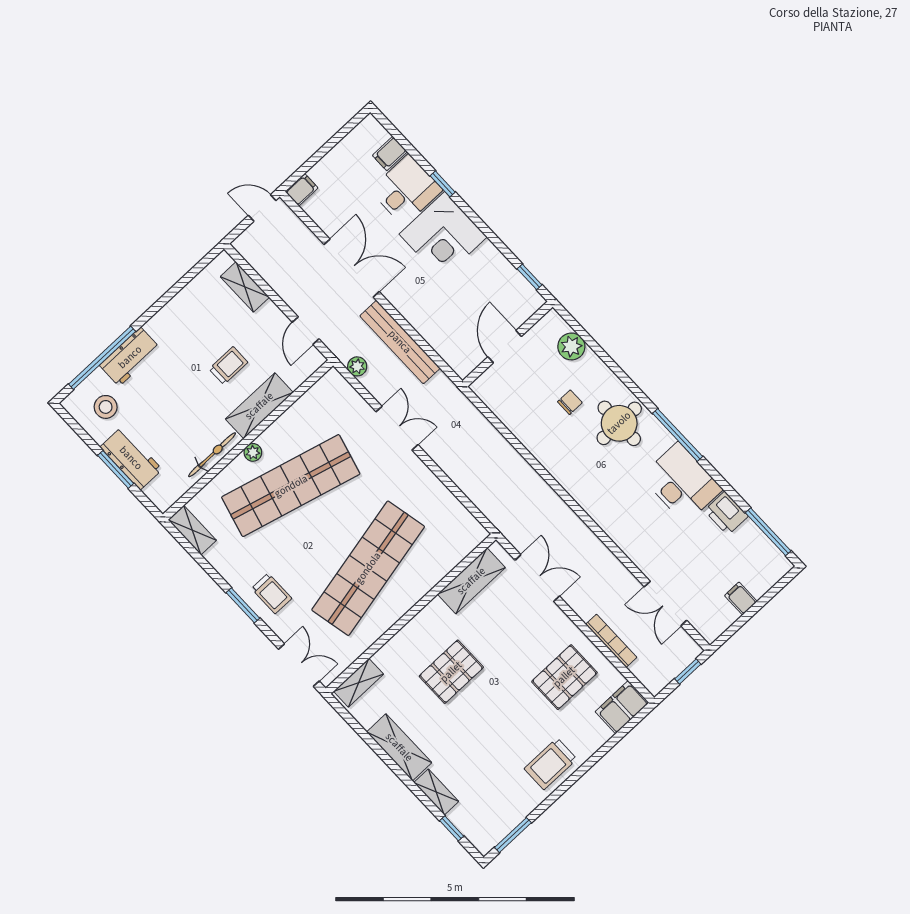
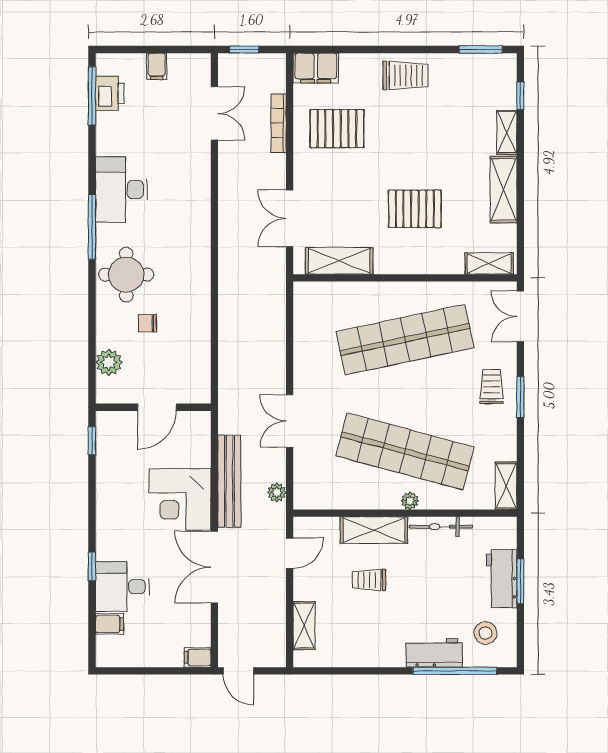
corner desk: (443, 235) -> (180, 499), moved, turned 180
printer: (726, 513) -> (110, 93), moved

